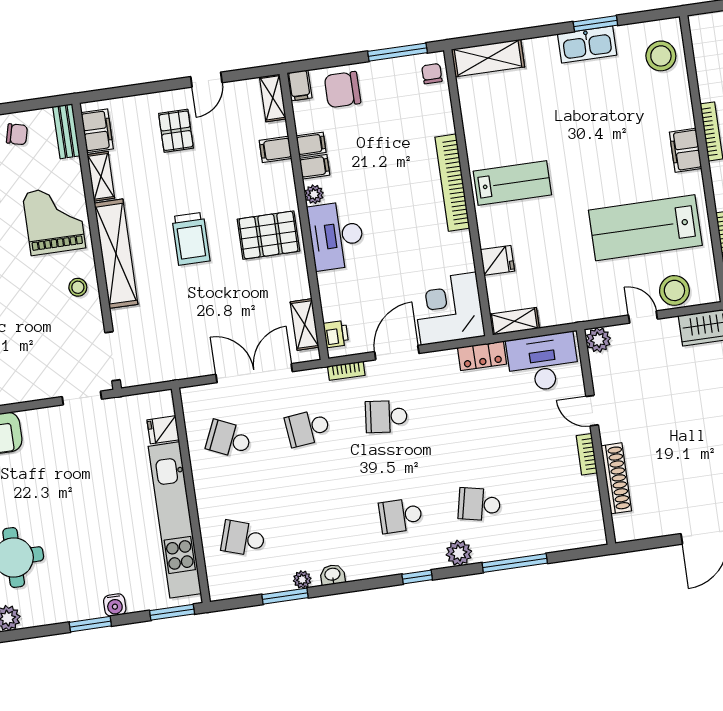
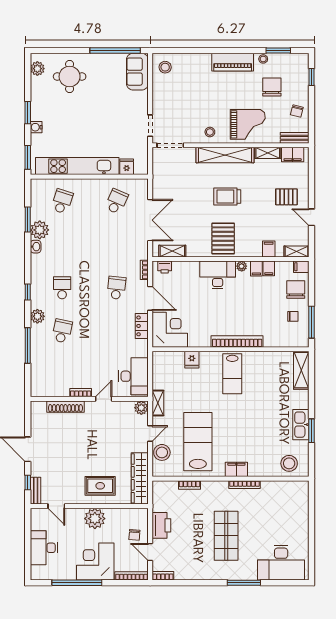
chair: (432, 74) -> (293, 316), moved
shelving: (514, 321) -> (158, 403), moved
locker: (482, 356) -> (142, 326), moved
school desk: (308, 428) -> (116, 245), removed
plant: (302, 580) -> (40, 230), width x1.88, depth x1.88

